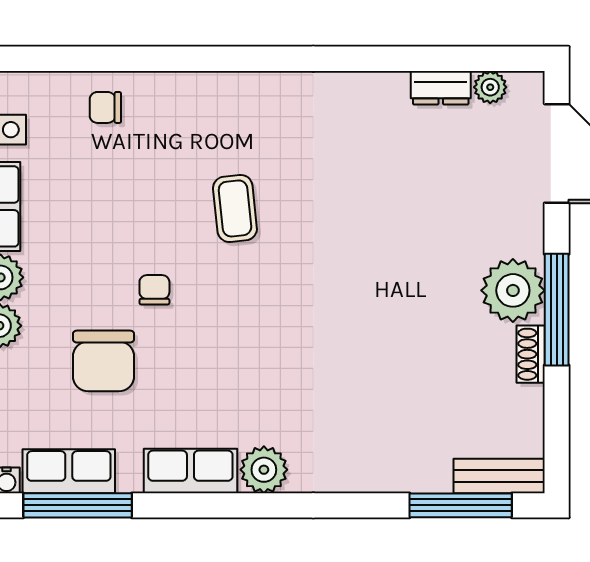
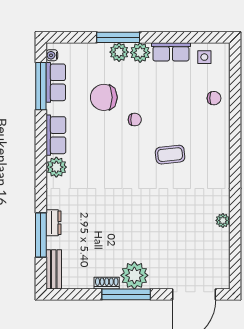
plant: (490, 87) -> (223, 220), moved
dresser: (441, 88) -> (54, 223), moved, turned 180
chair: (105, 107) -> (214, 98), turned 90
window: (461, 505) -> (41, 235), moved

